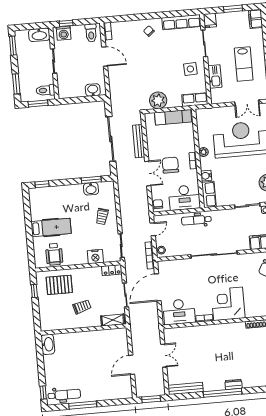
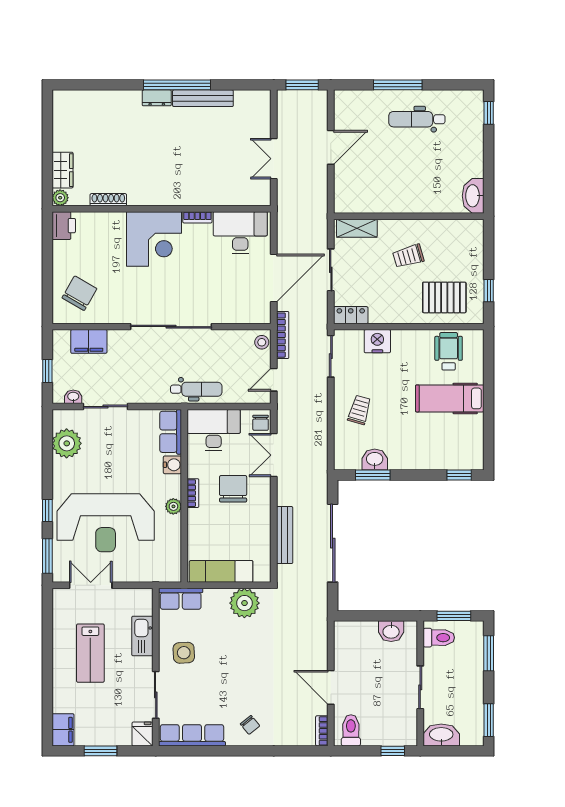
washing machine: (64, 33) -> (399, 734), removed
lab bench: (244, 64) -> (90, 653), turned 180
washbasin: (93, 90) -> (391, 631), moved
chair: (170, 165) -> (233, 489), turned 180
double door: (148, 174) -> (274, 455), moved
bench: (186, 388) -> (203, 98), moved
dental chair: (64, 395) -> (417, 119), moved
window: (83, 405) -> (398, 85), moved

